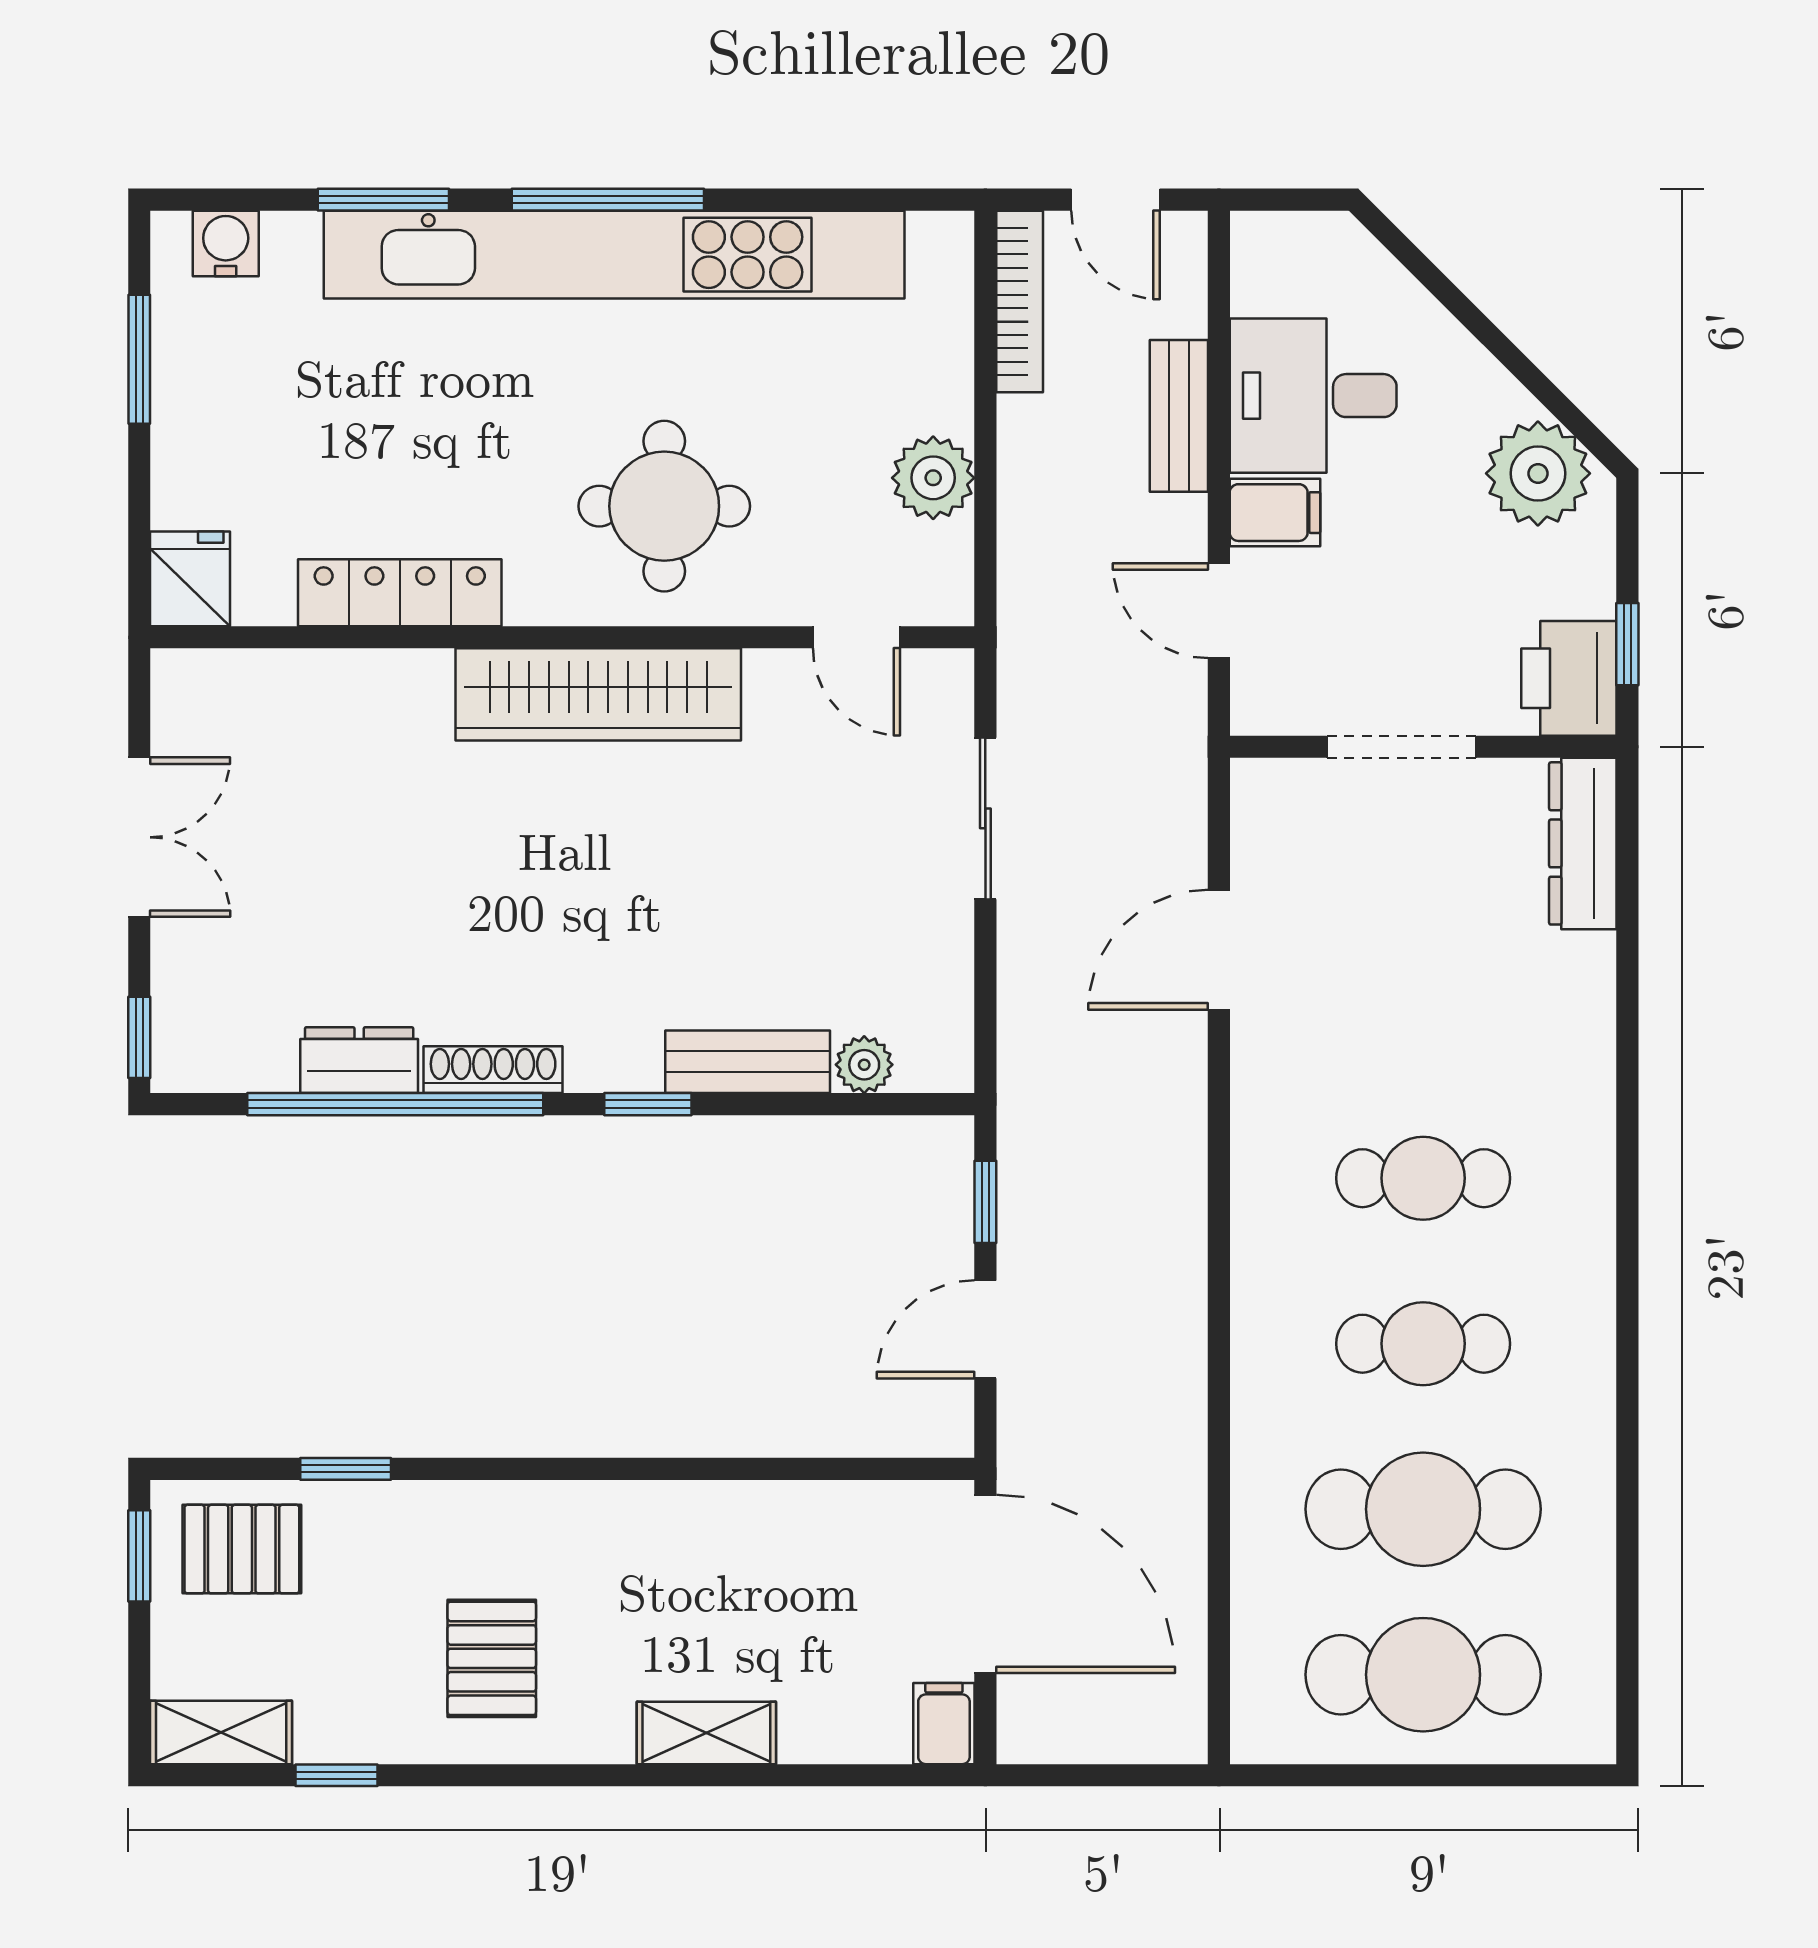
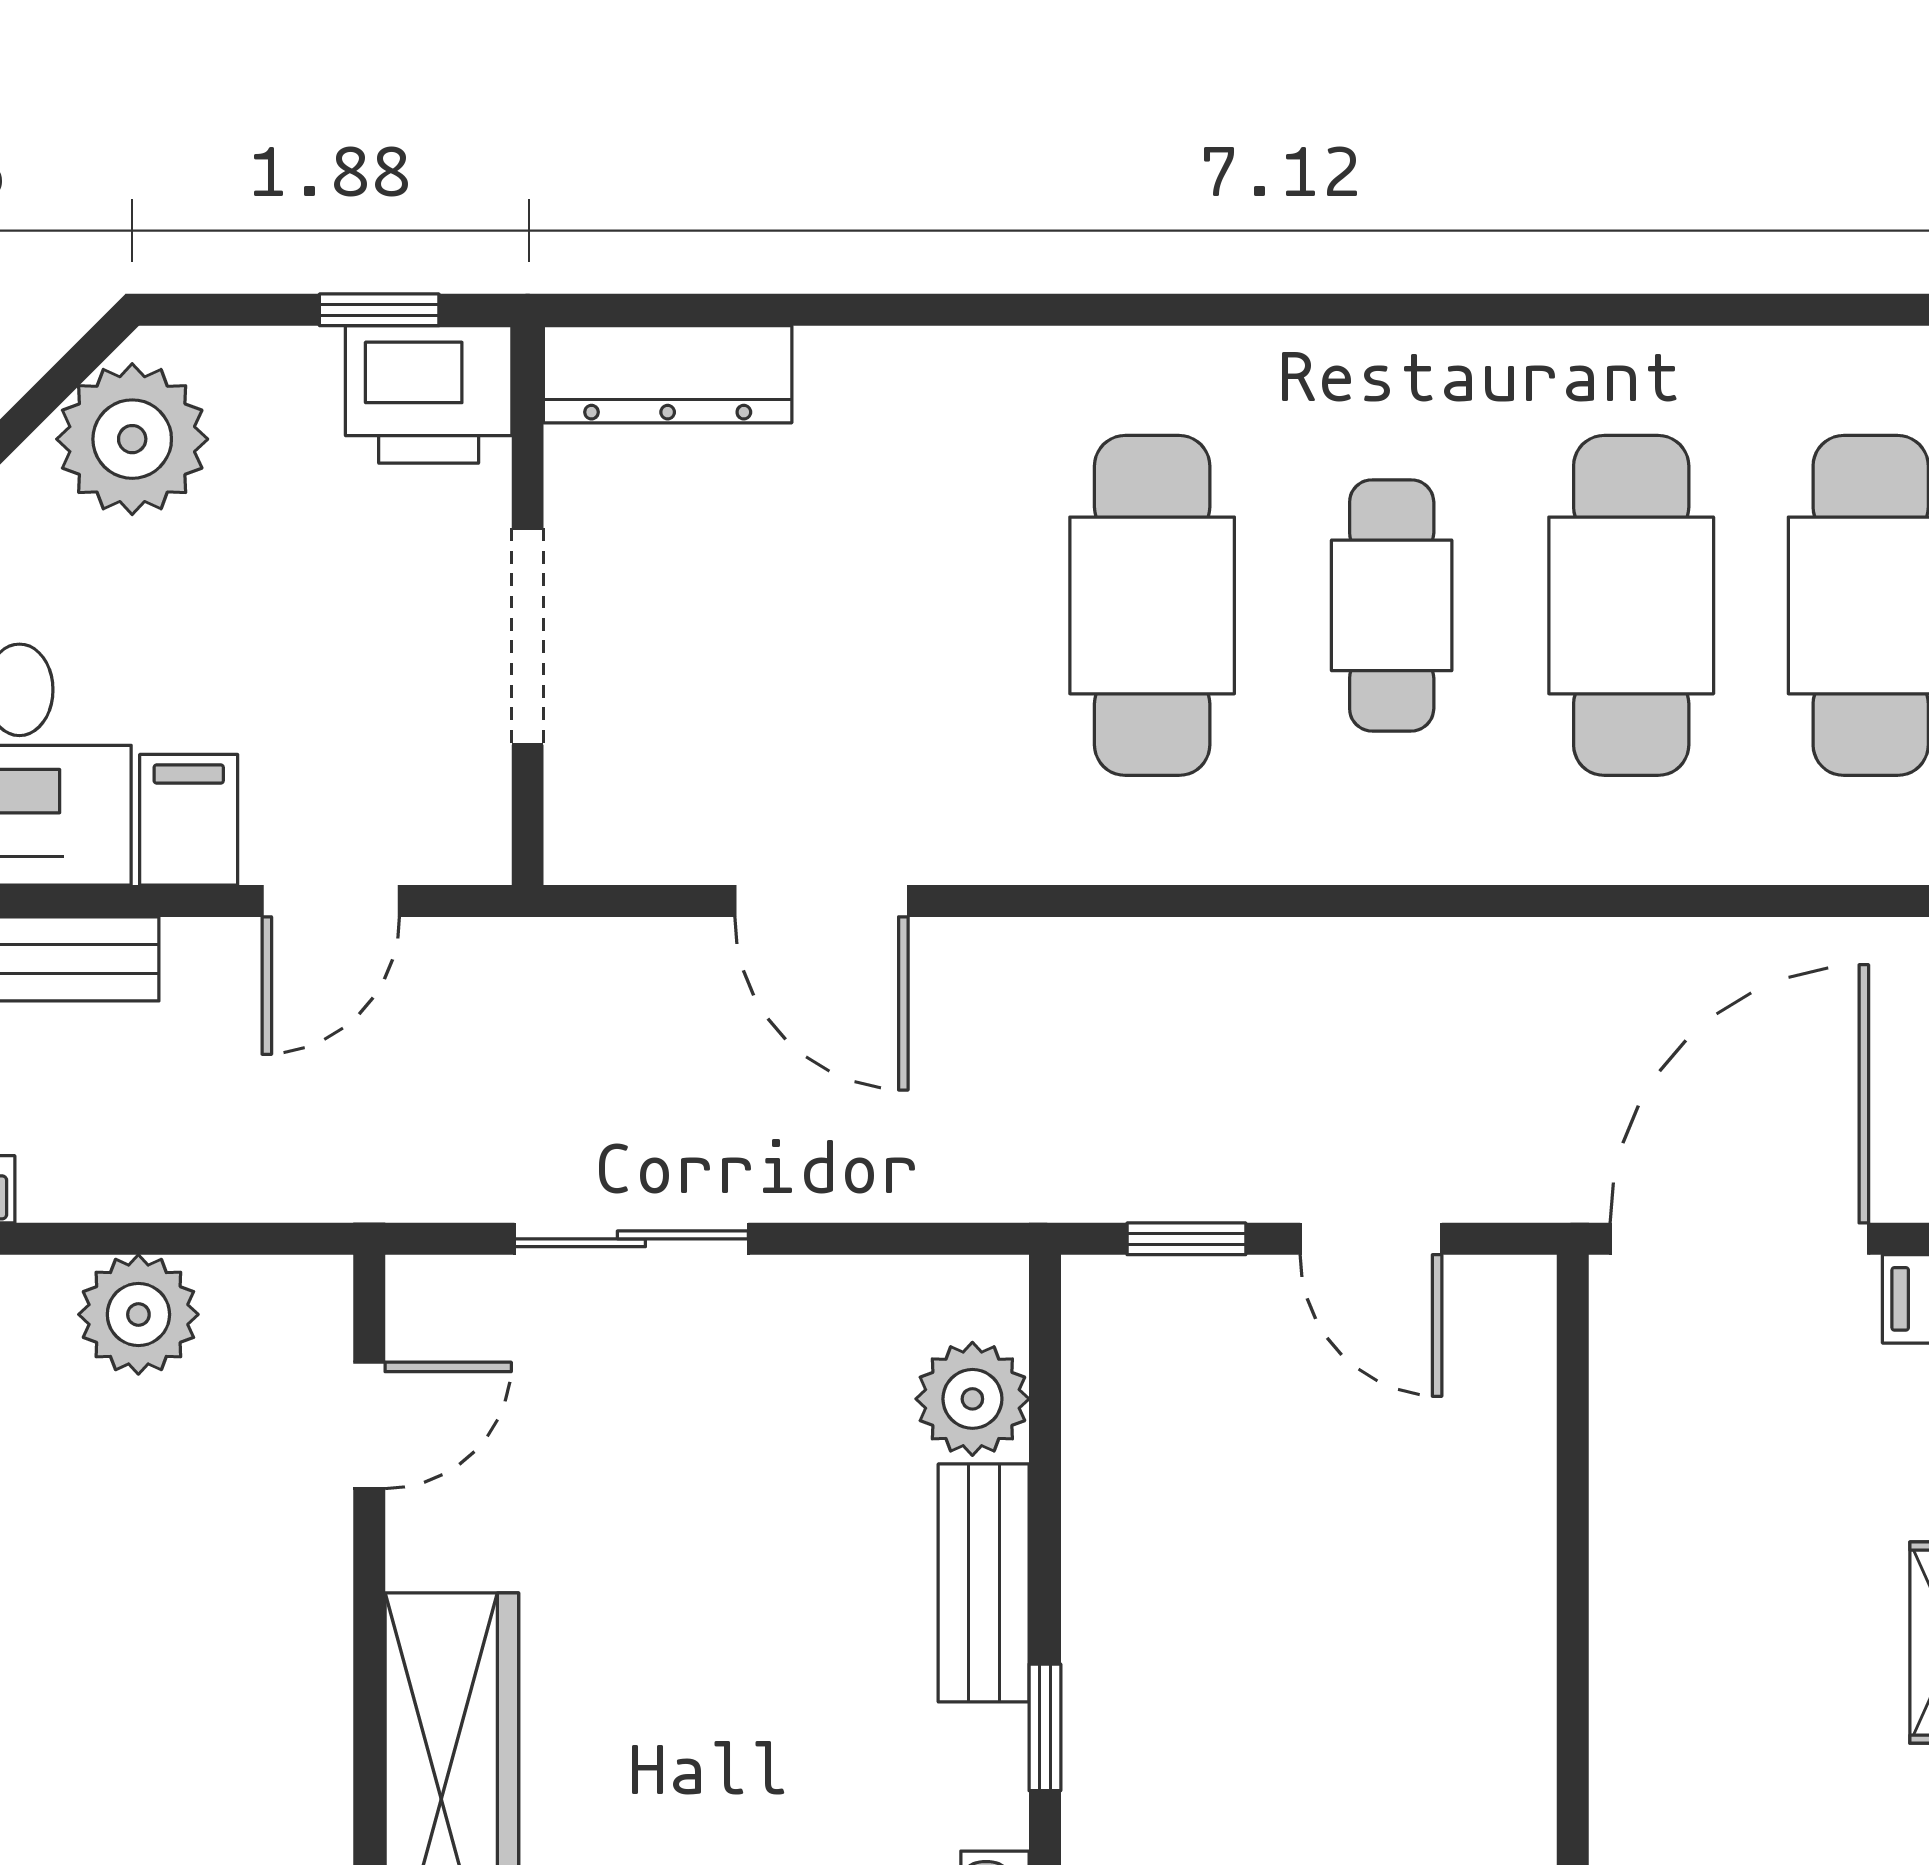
round table: (664, 506) -> (179, 1704), removed
plant: (864, 1065) -> (972, 1399), width x1.38, depth x1.38
cafe table: (1423, 1178) -> (1152, 605), width x1.37, depth x1.35

